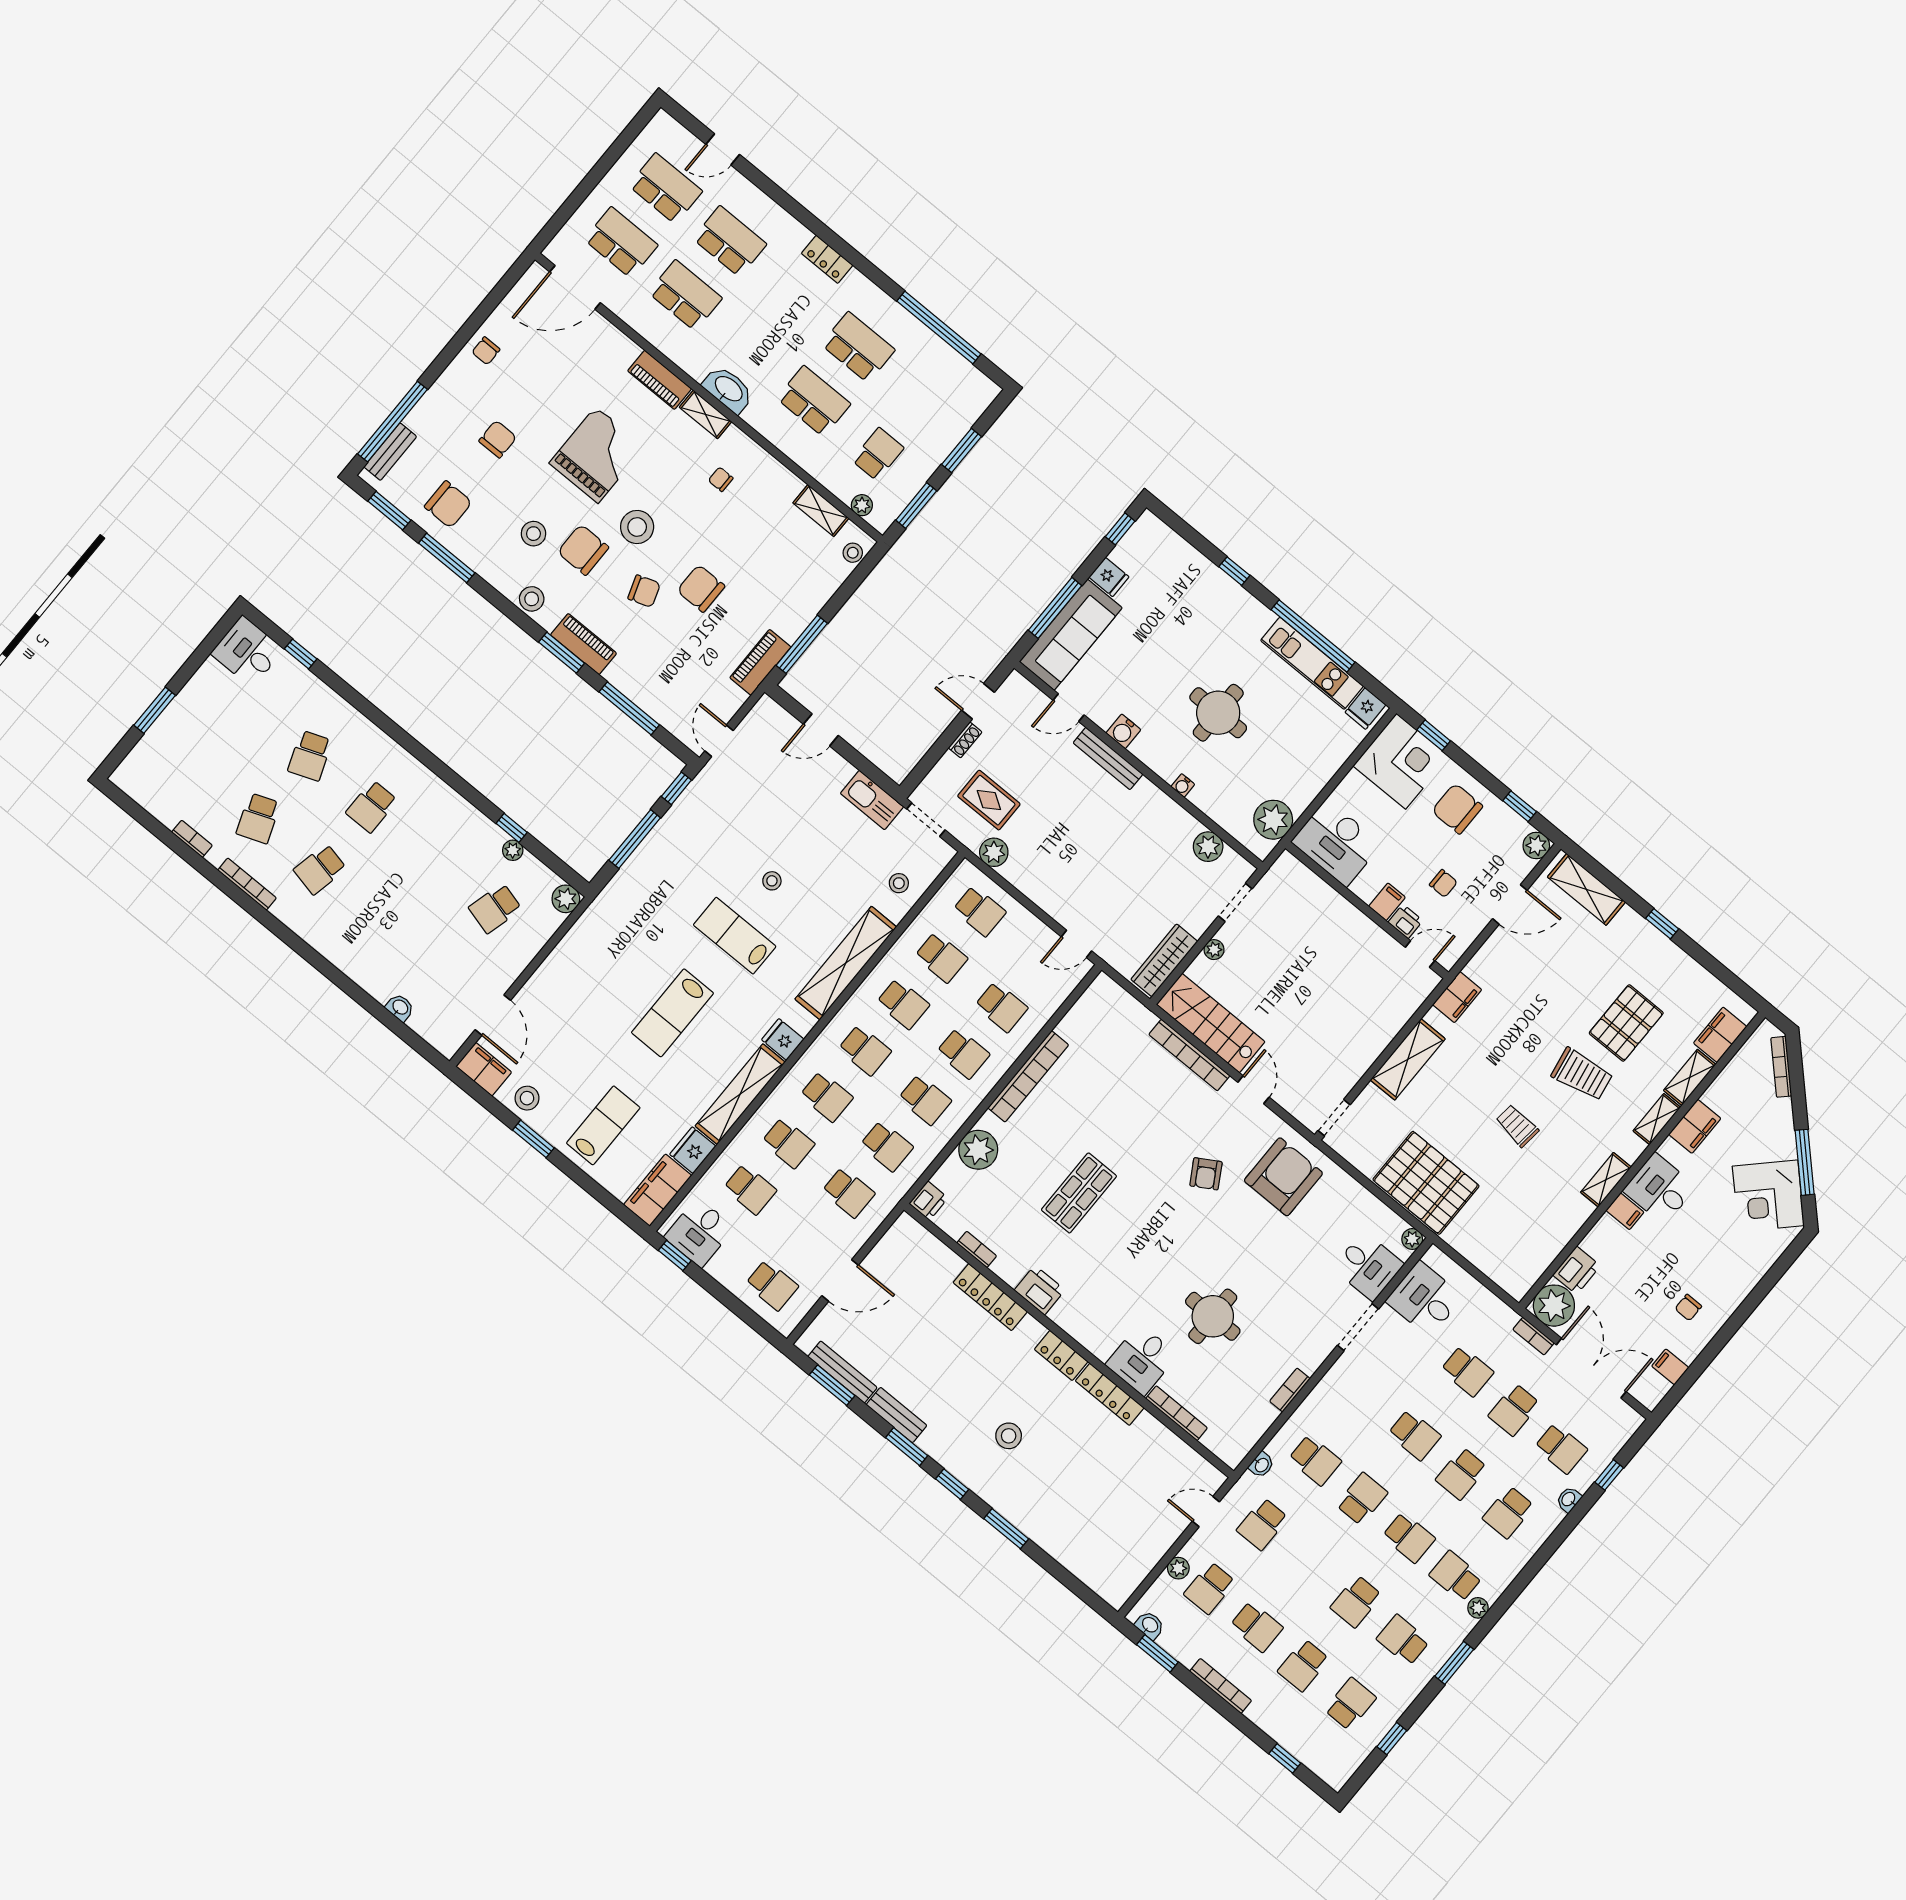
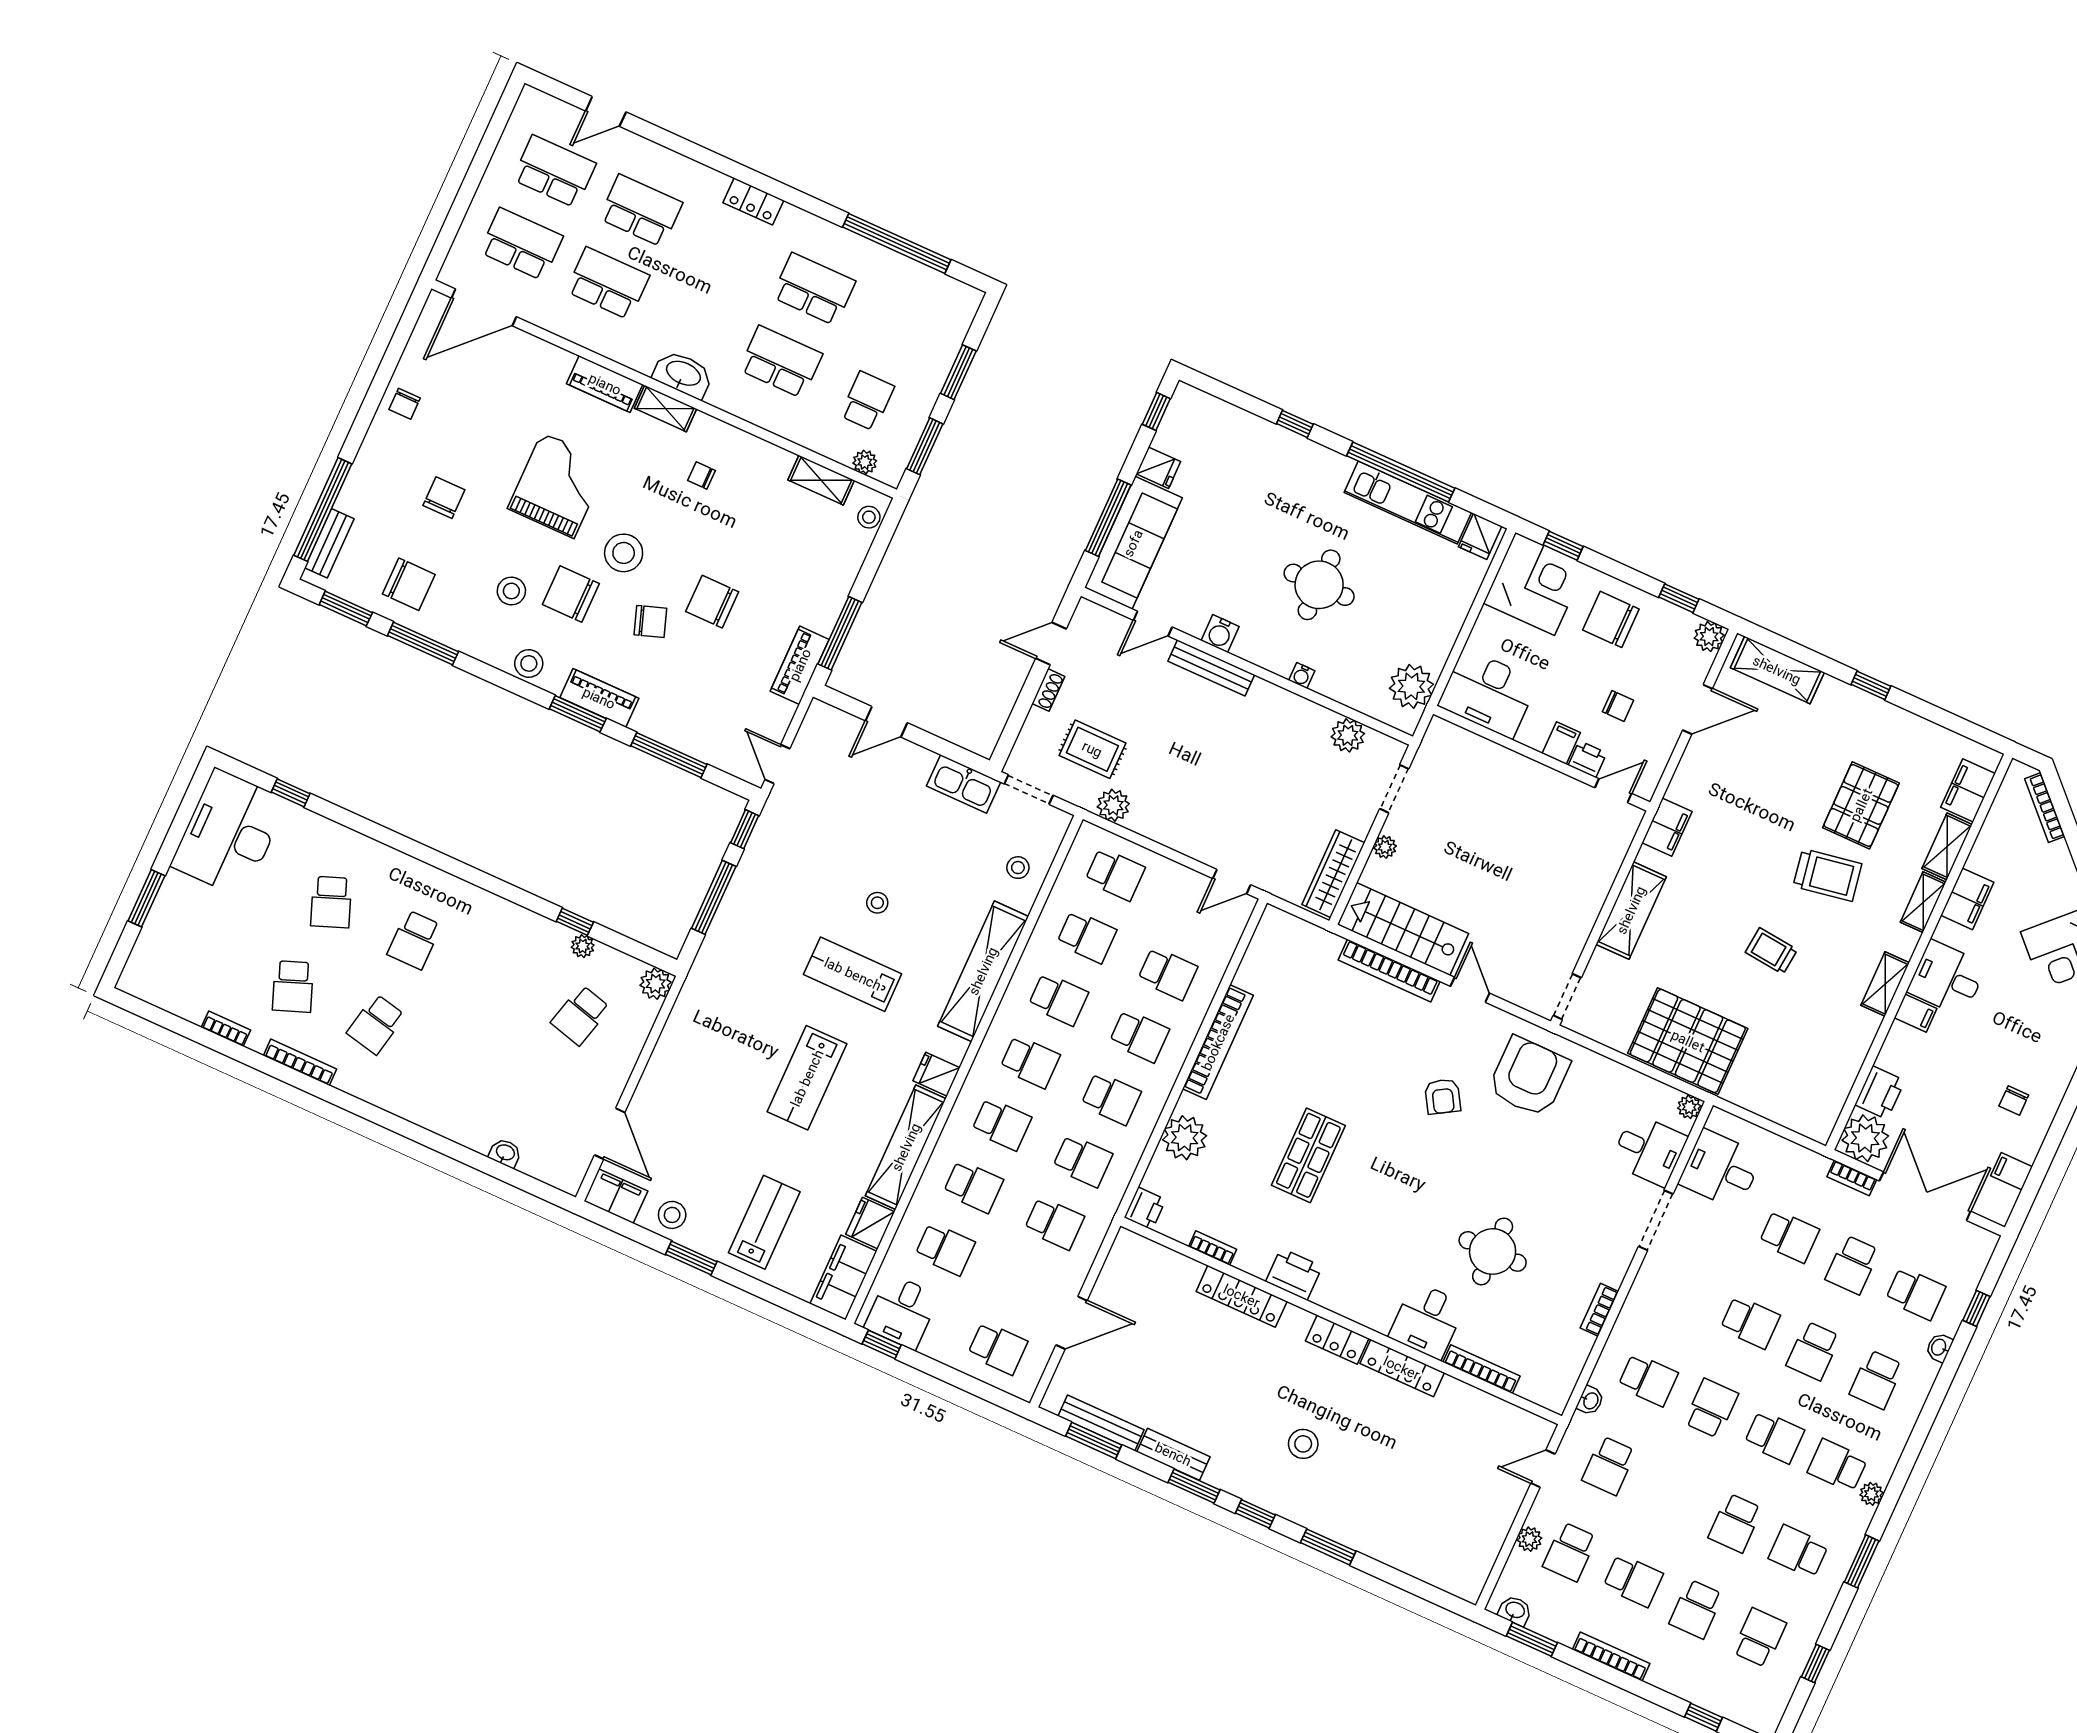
desk: (247, 651) -> (229, 833), width x1.87, depth x1.30

